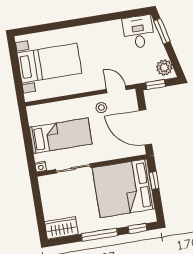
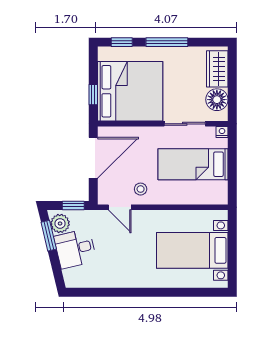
window: (162, 31) -> (49, 236), moved
desk: (138, 32) -> (75, 249), moved, turned 77
door: (145, 127) -> (93, 158), hinge flipped
floor lamp: (49, 193) -> (217, 100), added
wardrobe: (61, 228) -> (217, 69), moved, turned 90

